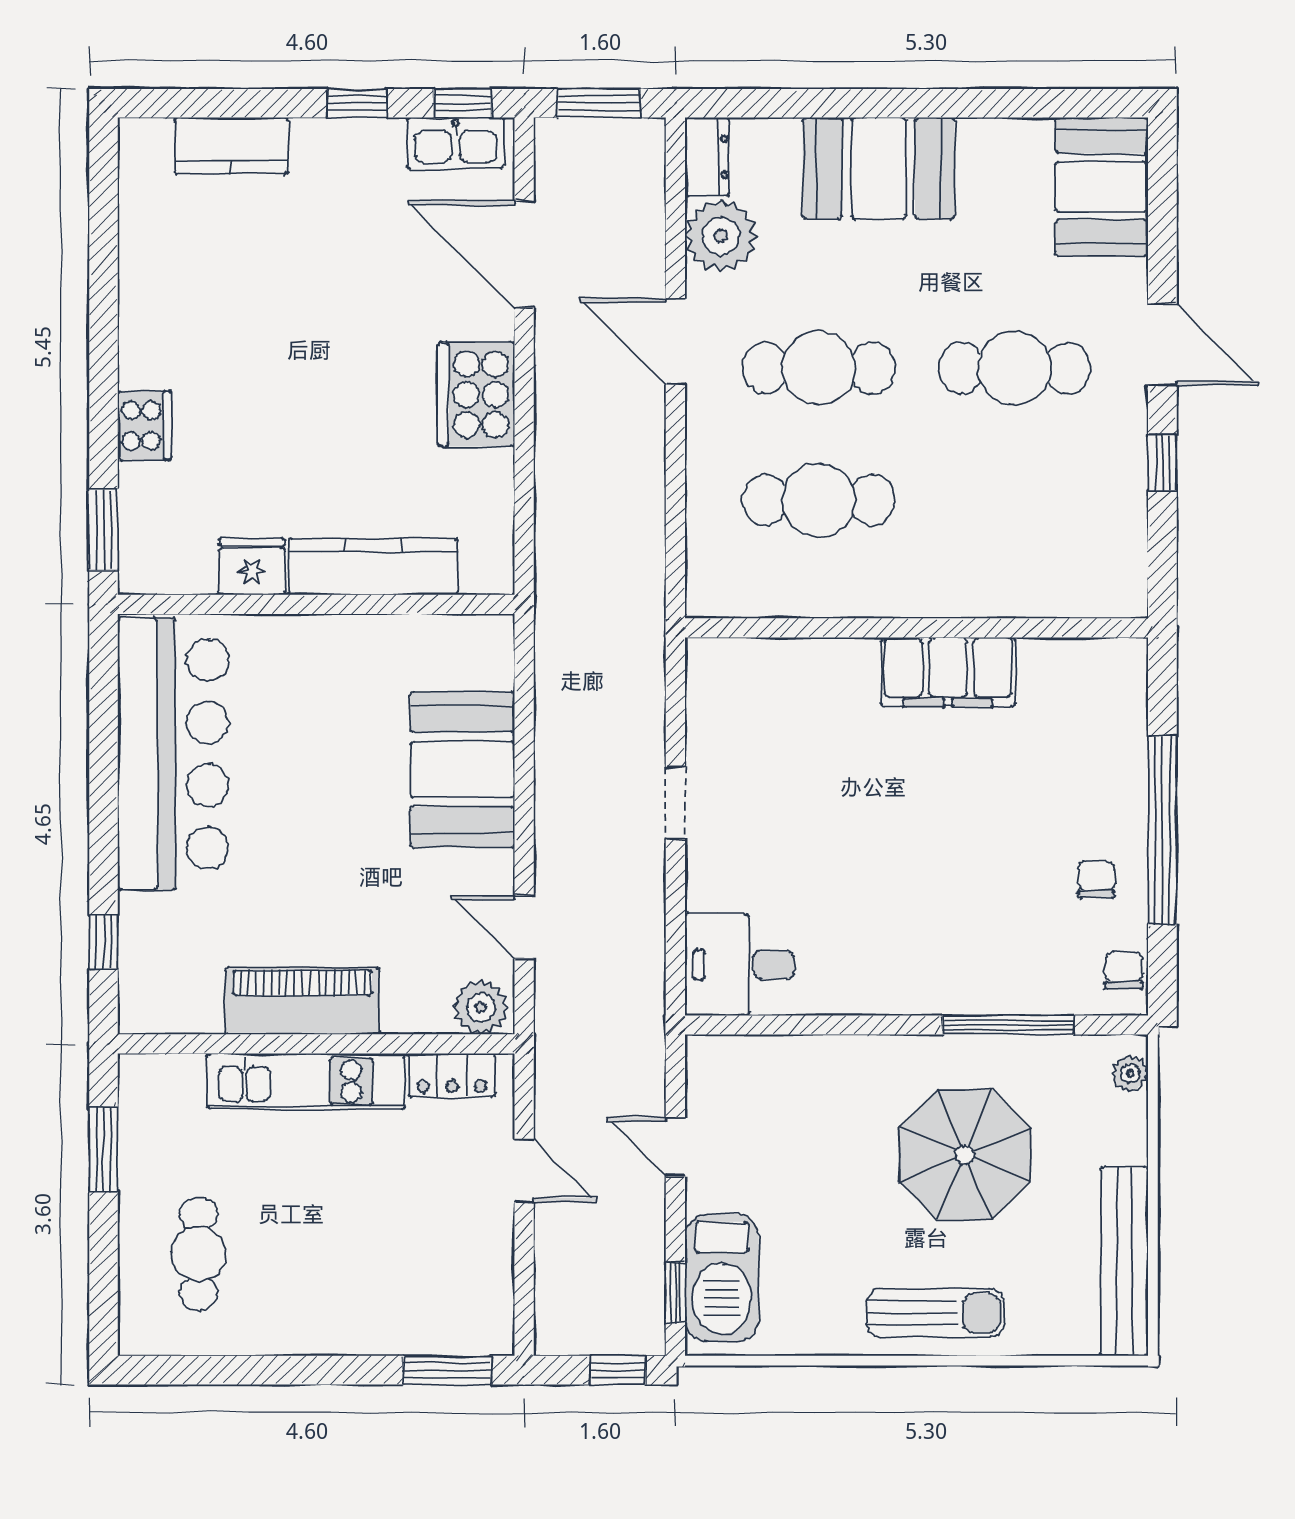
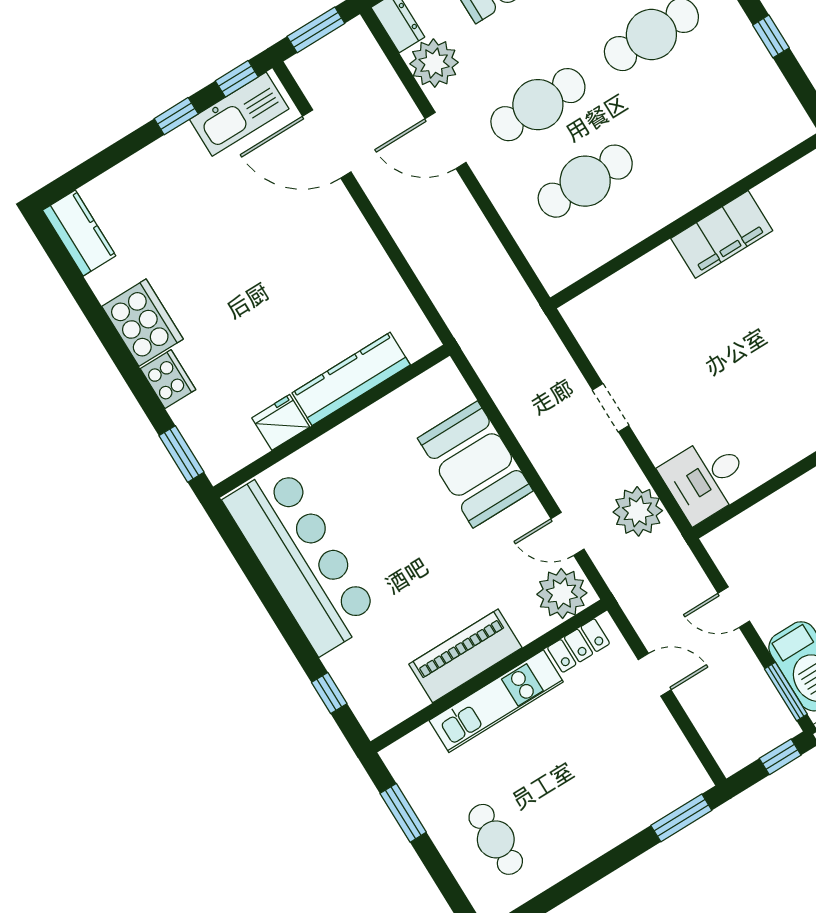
kitchen sink: (455, 143) -> (239, 114), width x1.36, depth x1.24
kitchen counter: (231, 146) -> (79, 233), moved, turned -90
cooker: (476, 395) -> (142, 323), moved, turned 180
plant: (629, 953) -> (638, 511), added
plant: (481, 1007) -> (562, 594), width x1.36, depth x1.36
window: (675, 1293) -> (786, 691), width x1.50

